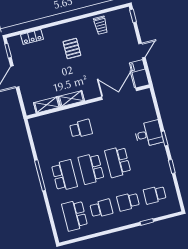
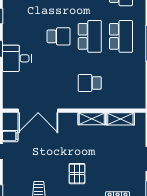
school desk: (118, 162) -> (59, 36), width x0.54
school desk: (64, 175) -> (121, 36), turned 180

